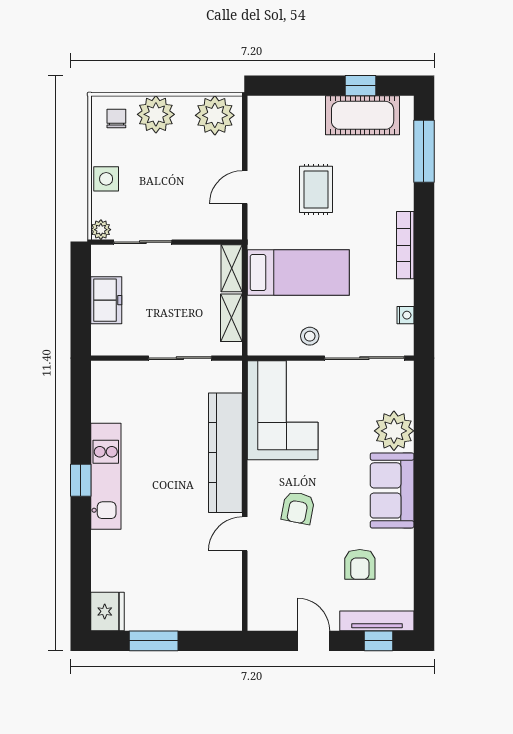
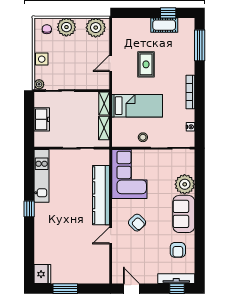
cot: (363, 115) -> (164, 25), width x0.73, depth x0.75
kitchen unit: (106, 476) -> (42, 176), moved
armchair: (298, 508) -> (137, 223), turned -55
armchair: (360, 564) -> (178, 250), moved
door: (314, 641) -> (131, 289), moved

